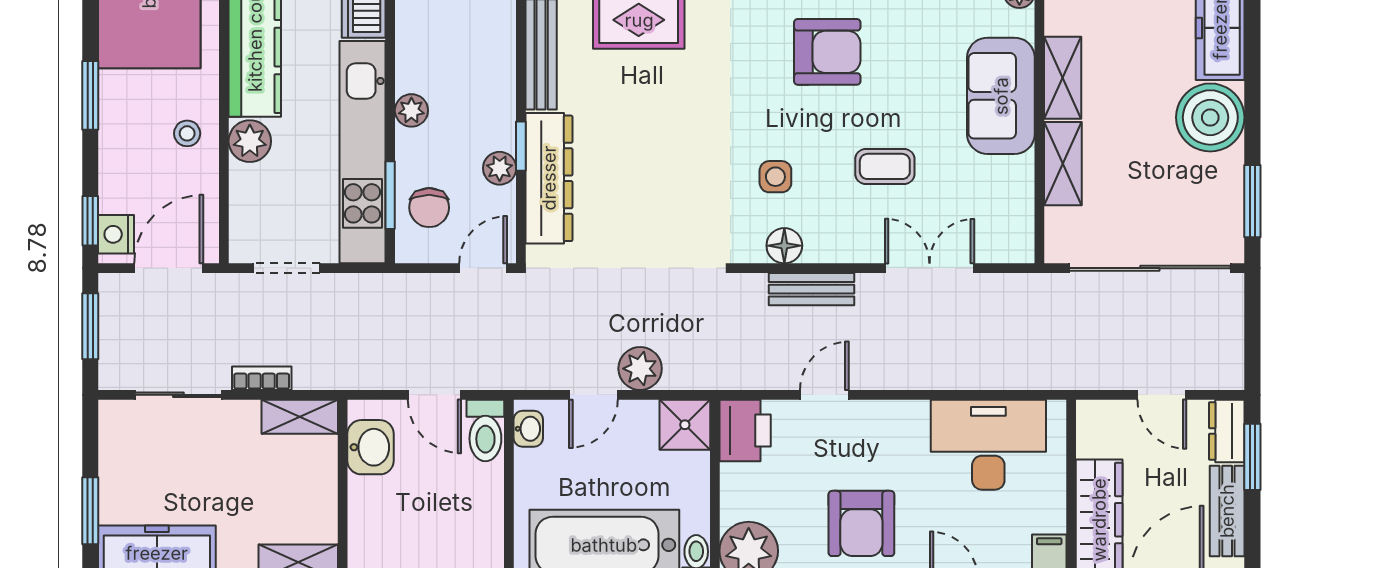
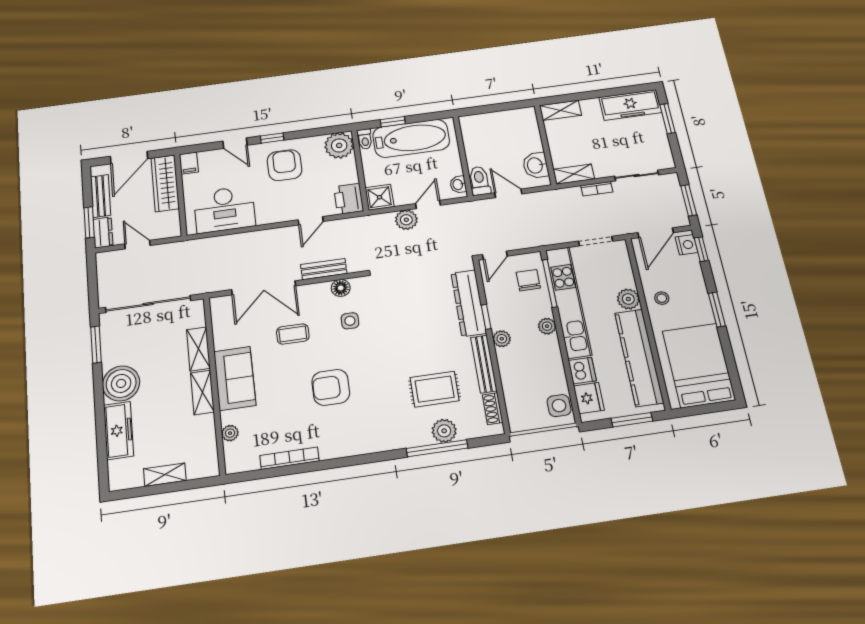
plant: (500, 168) -> (502, 339), moved
window: (390, 195) -> (550, 283), width x1.44
double door: (930, 268) -> (264, 288), width x1.37

